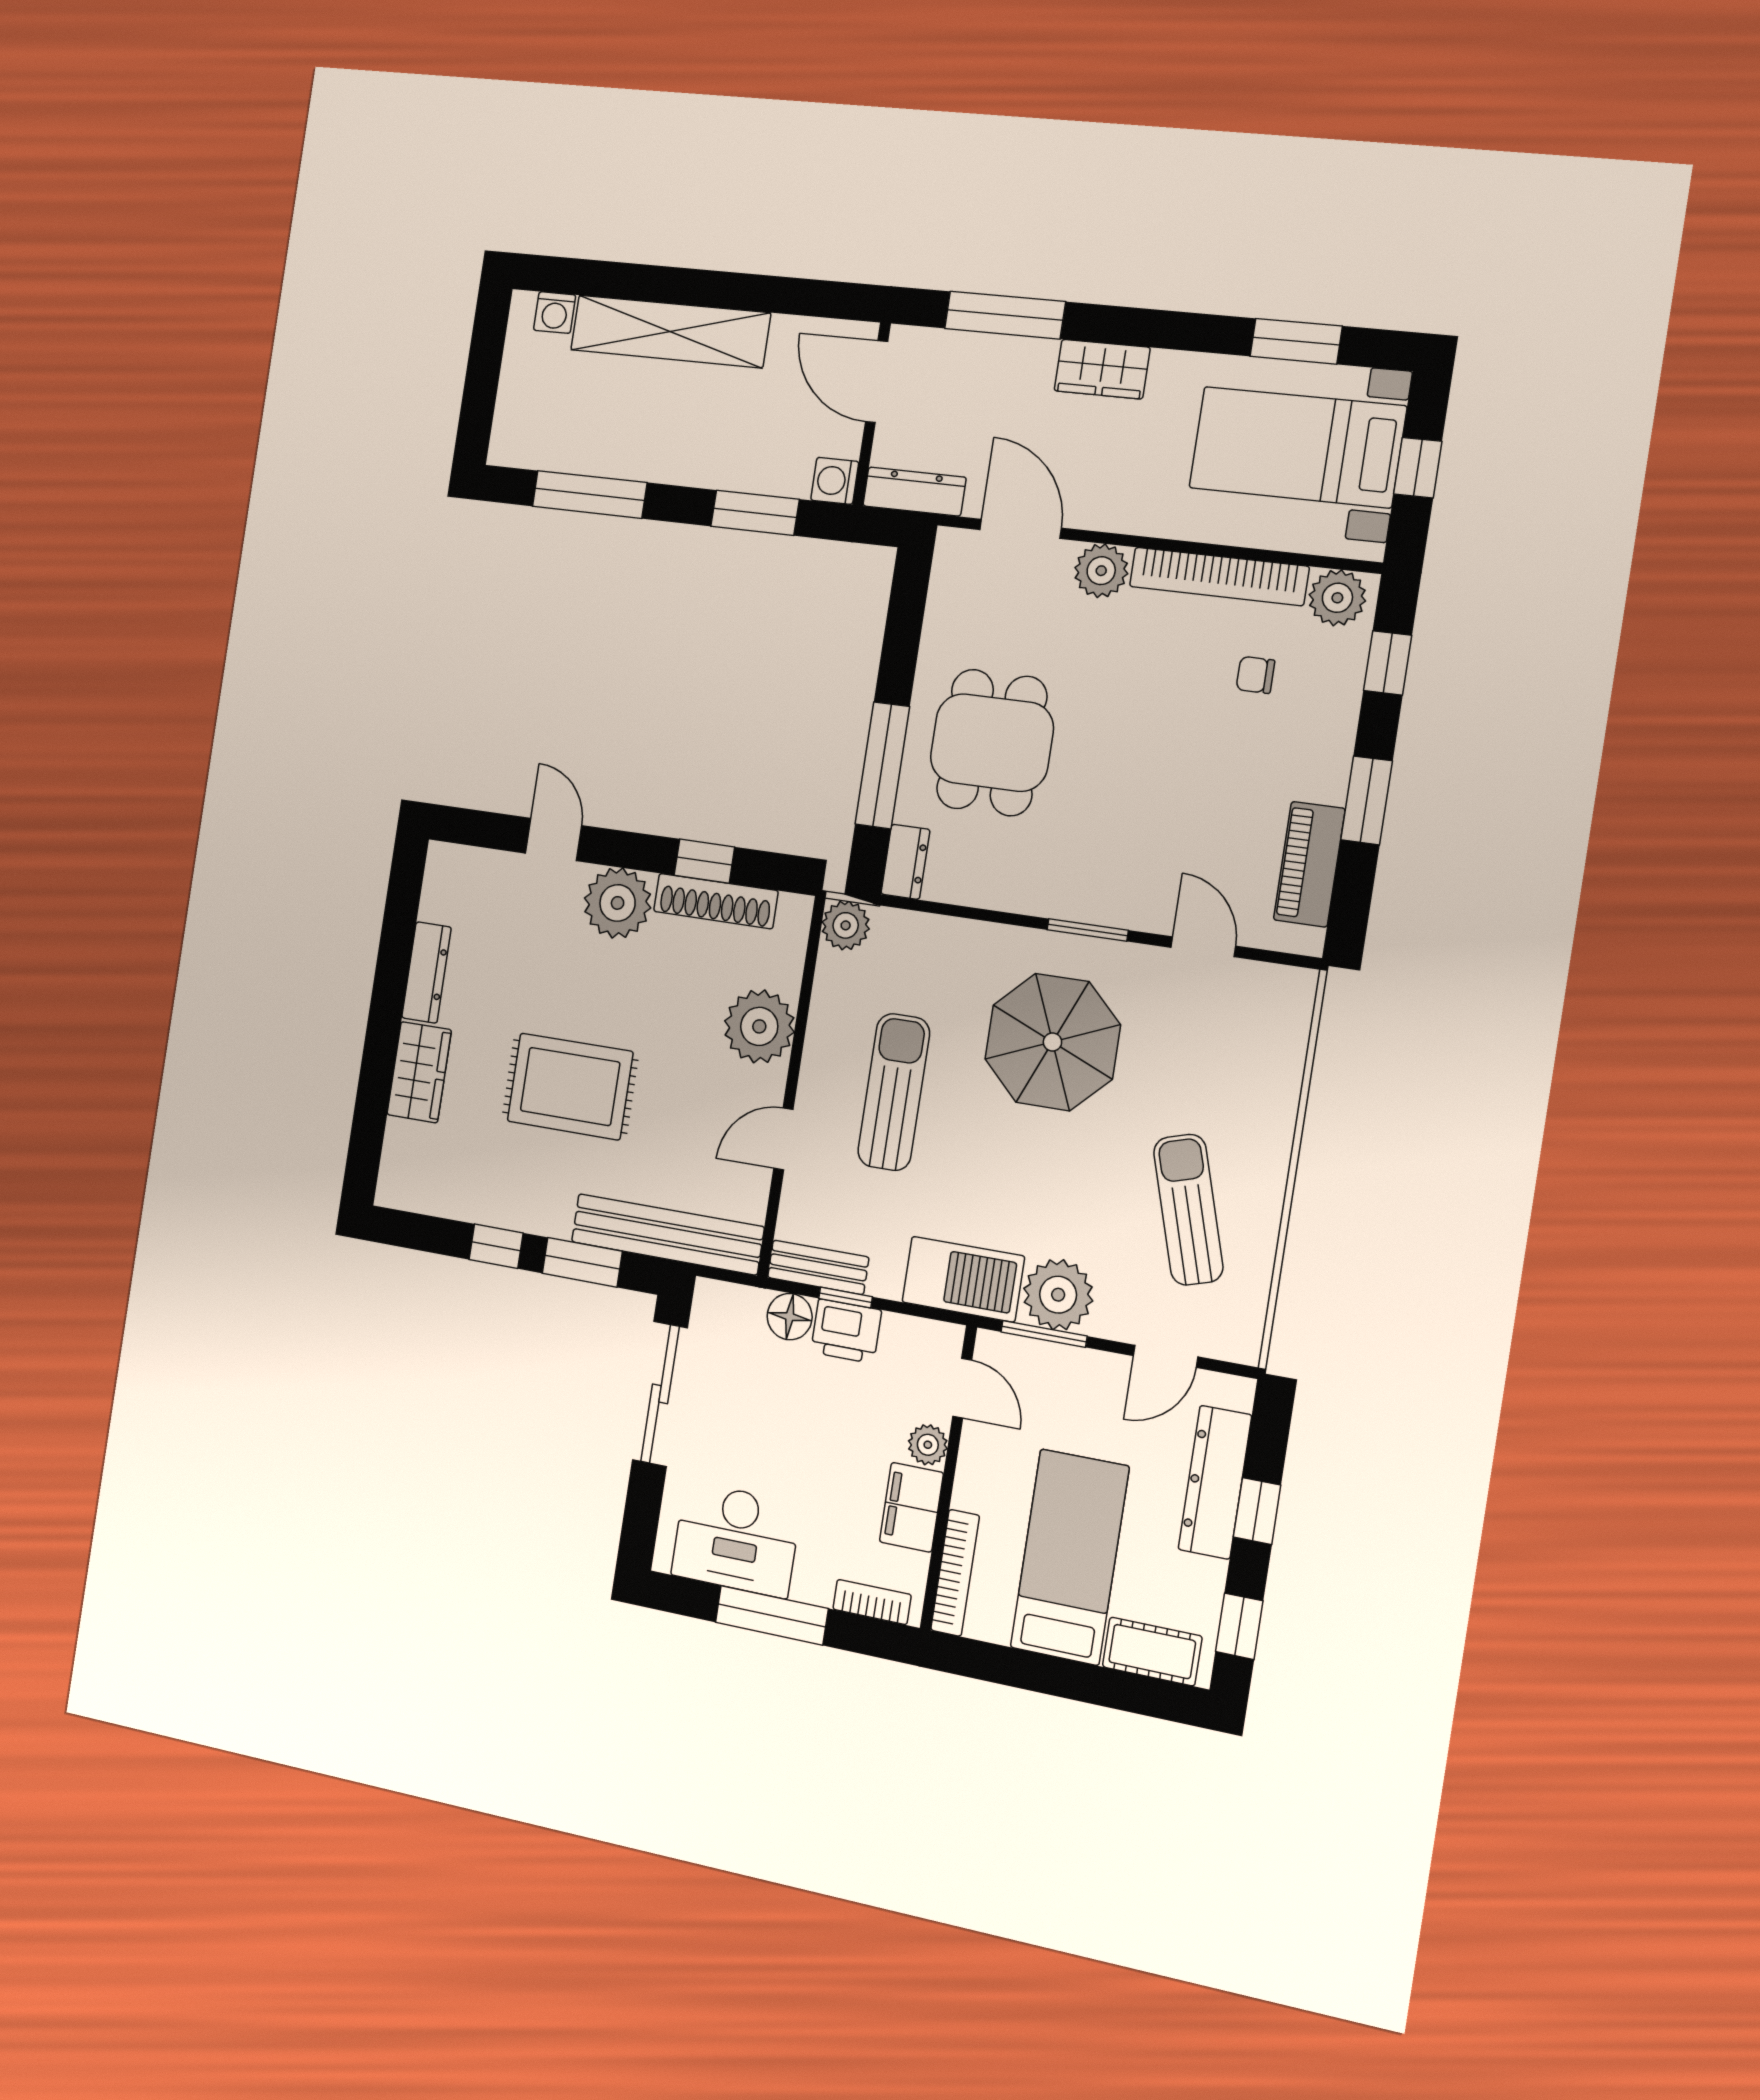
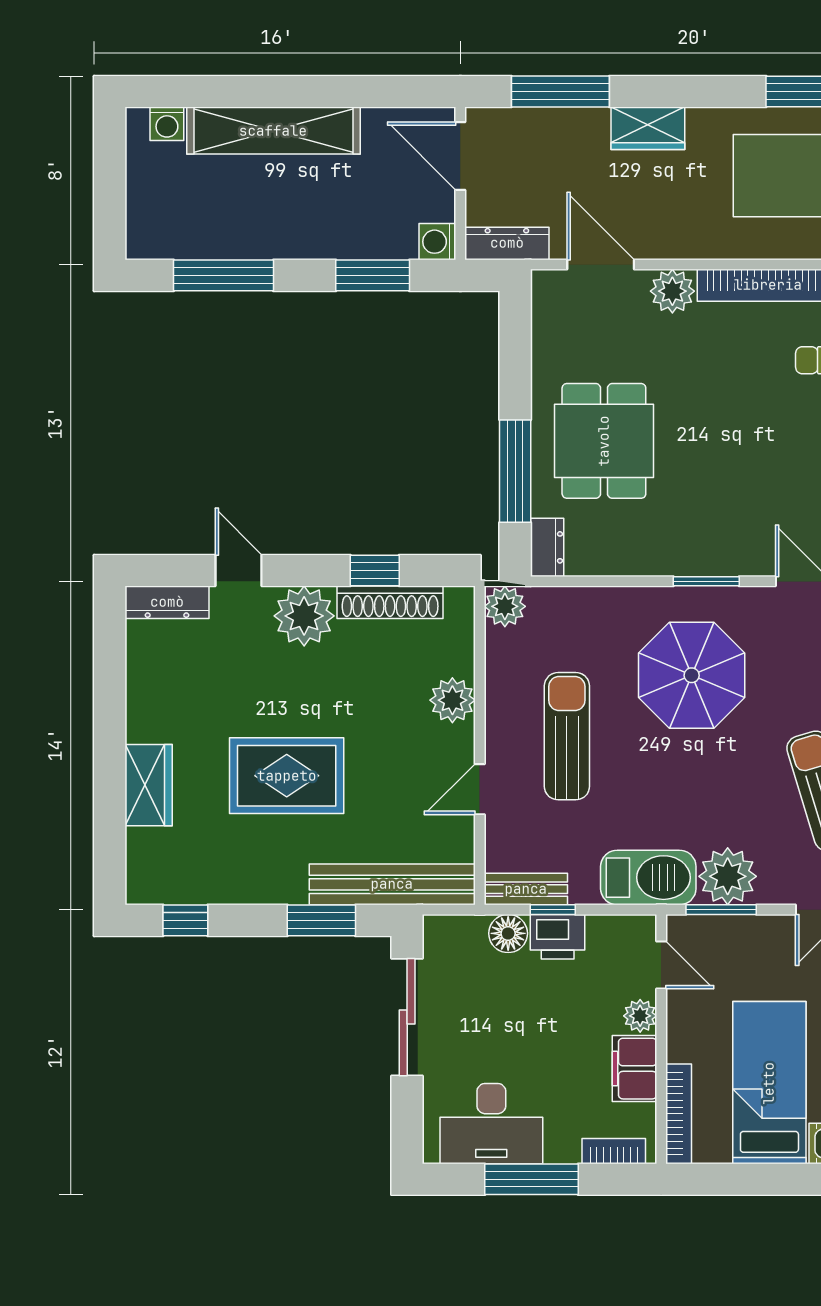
dresser: (426, 972) -> (167, 602), moved, turned 90
plant: (759, 1026) -> (452, 700), width x0.73, depth x0.73
window: (496, 1246) -> (185, 920), moved

